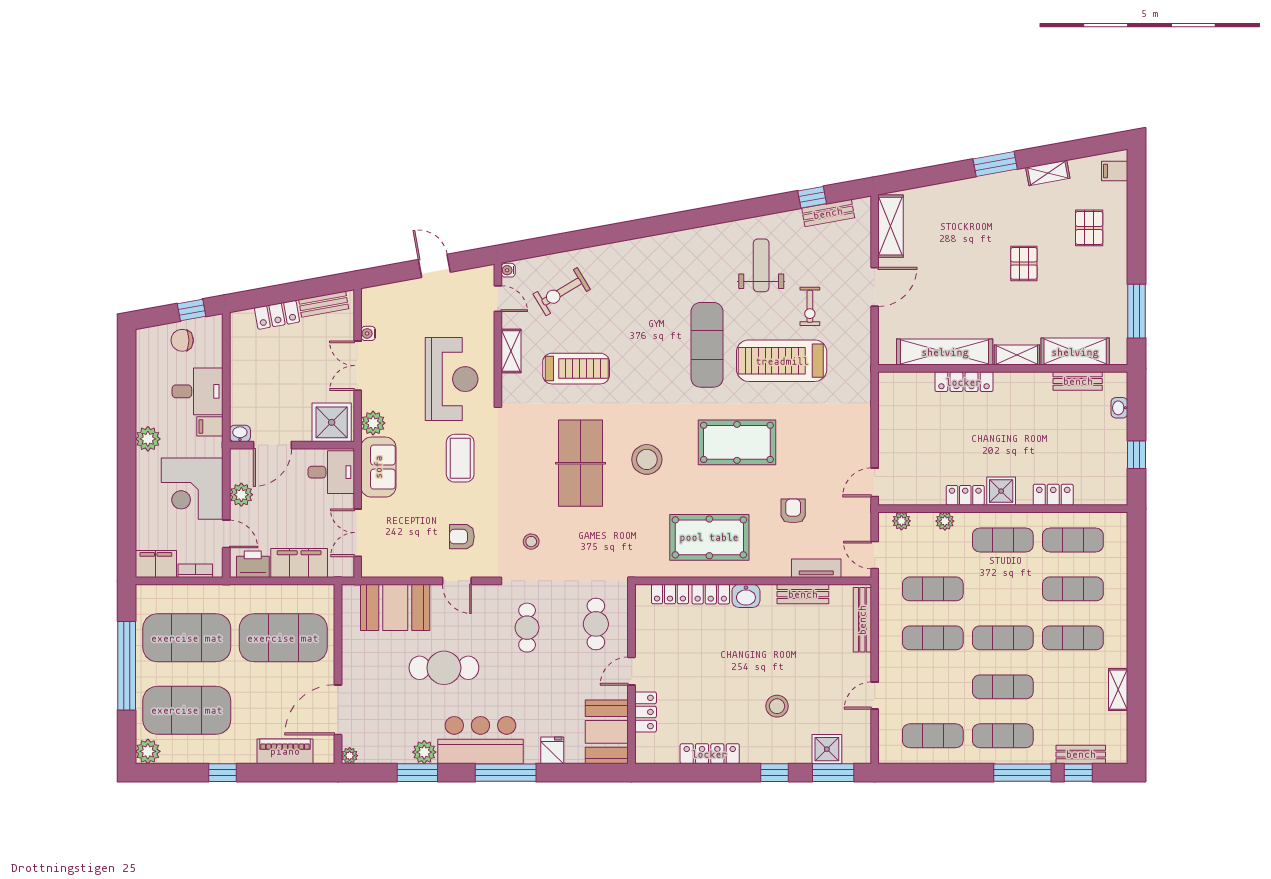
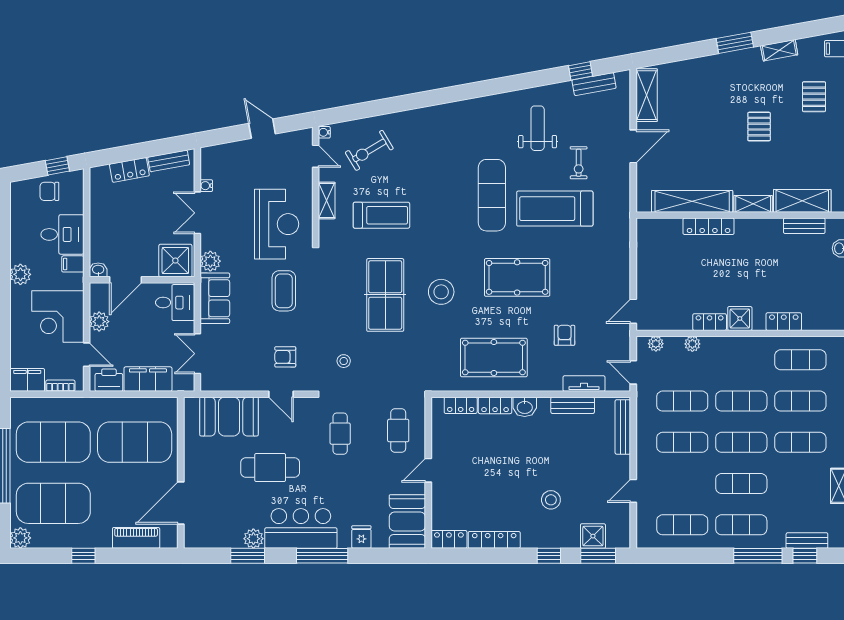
exercise mat: (1003, 540) -> (741, 401), moved
locker: (646, 712) -> (449, 539), moved, turned -90
plant: (350, 756) -> (191, 542), removed

